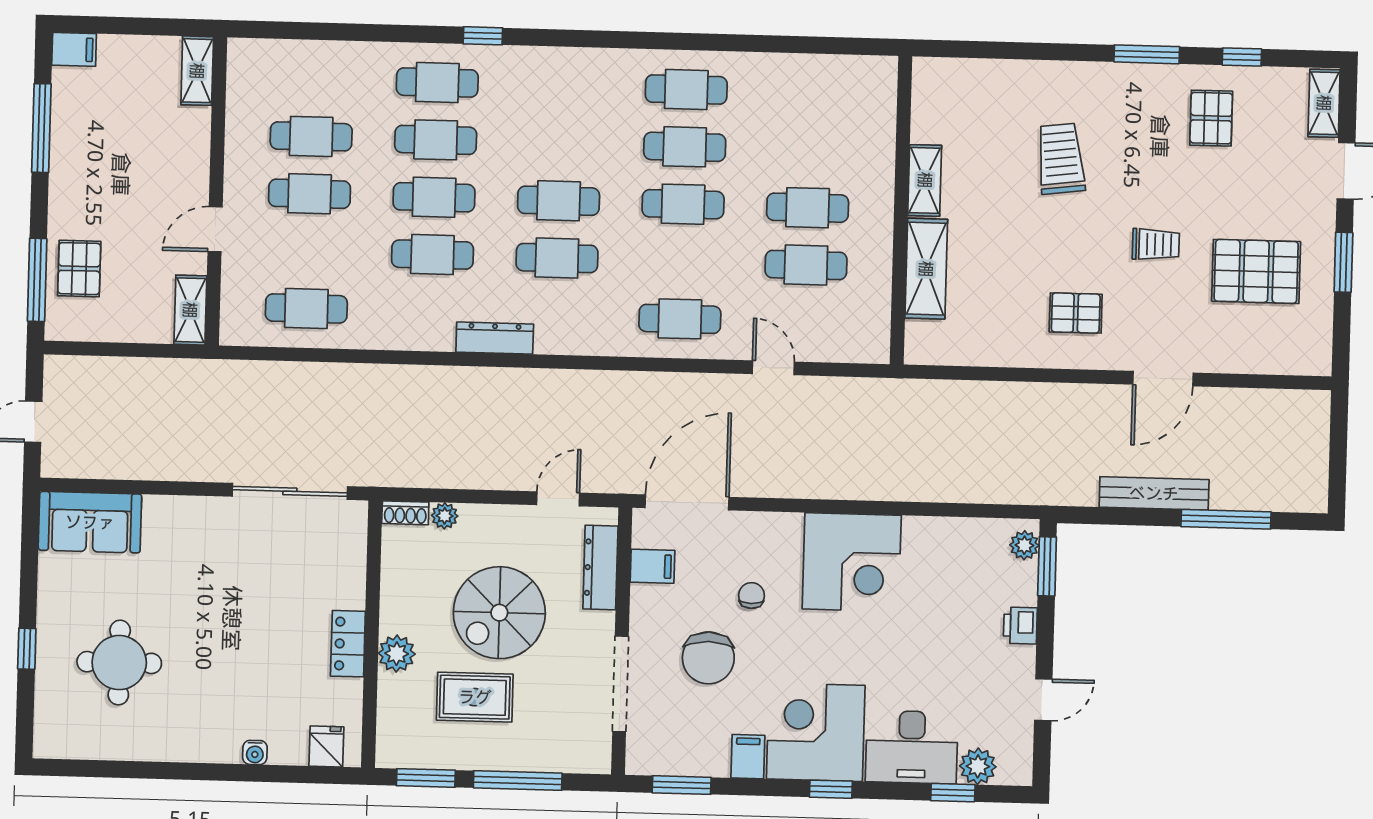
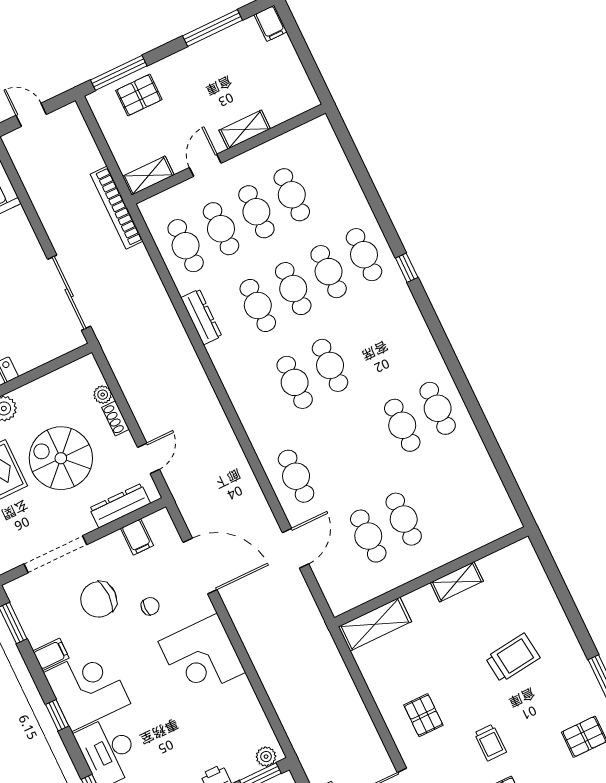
shelving: (197, 71) -> (245, 130), moved
cafe table: (683, 204) -> (221, 229), moved
door: (215, 229) -> (205, 165), hinge flipped
shelving: (926, 269) -> (375, 624), moved
dresser: (495, 338) -> (201, 317), moved
door: (773, 368) -> (295, 548), width x1.38
bookcase: (211, 373) -> (117, 208), added
door: (558, 499) -> (148, 458), hinge flipped
door: (687, 502) -> (200, 566), moved
shoe rack: (405, 513) -> (115, 418), moved

